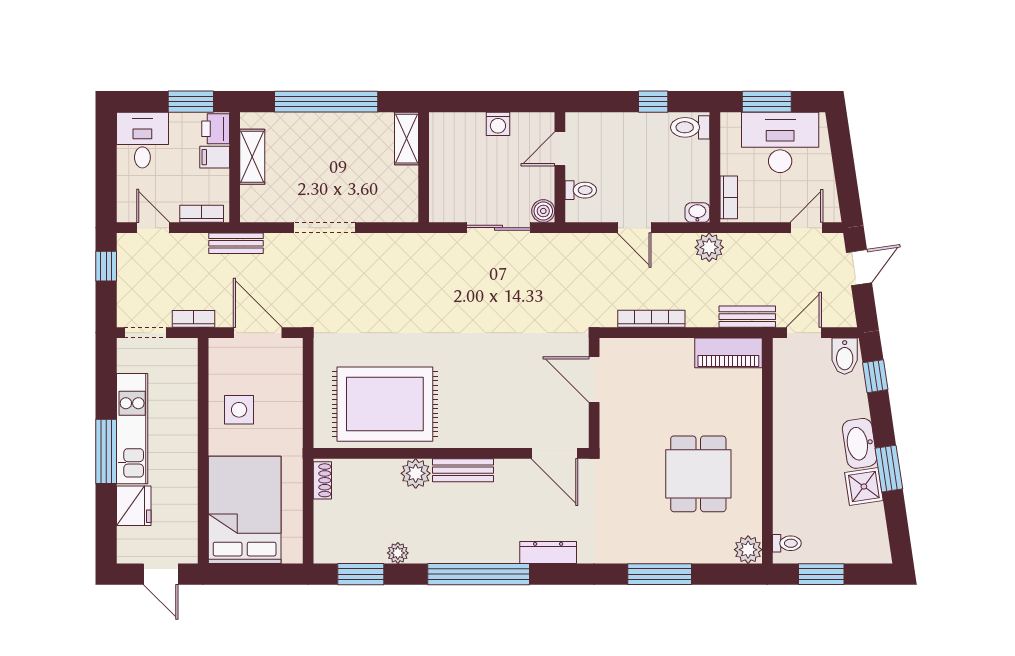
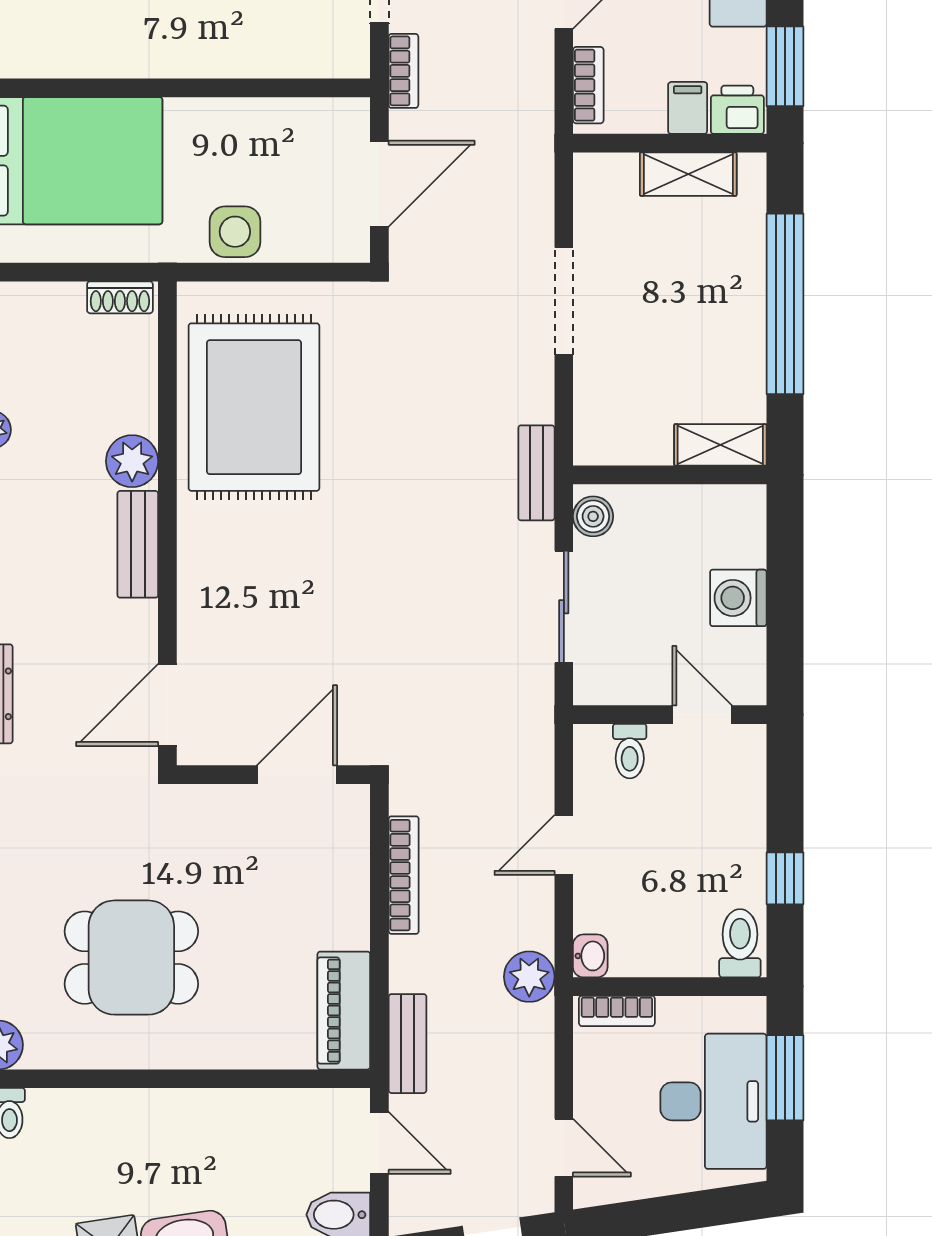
washing machine: (498, 124) -> (738, 598), width x1.38, depth x1.38
boiler: (543, 211) -> (593, 516), moved
bench: (236, 243) -> (536, 473), moved
side table: (239, 410) -> (235, 232), moved

